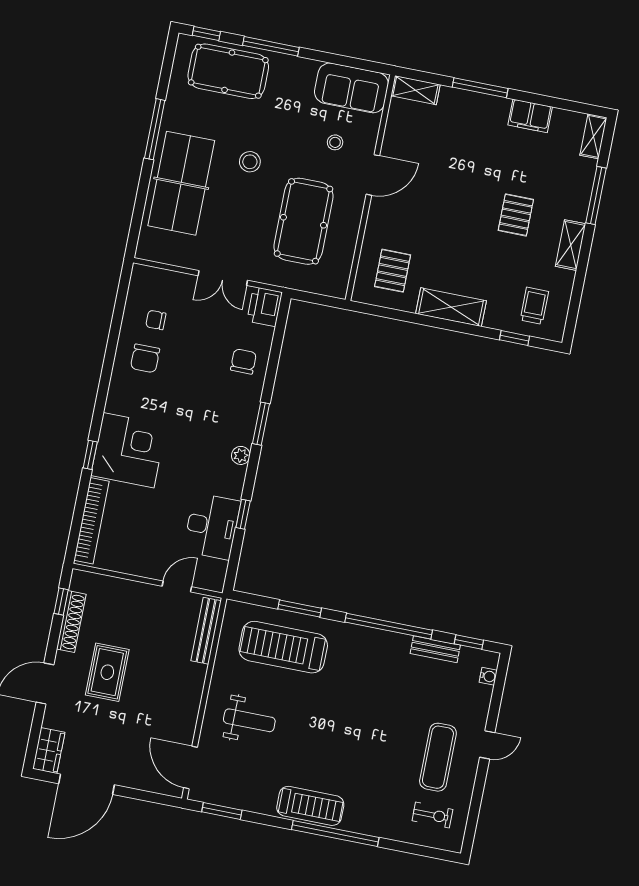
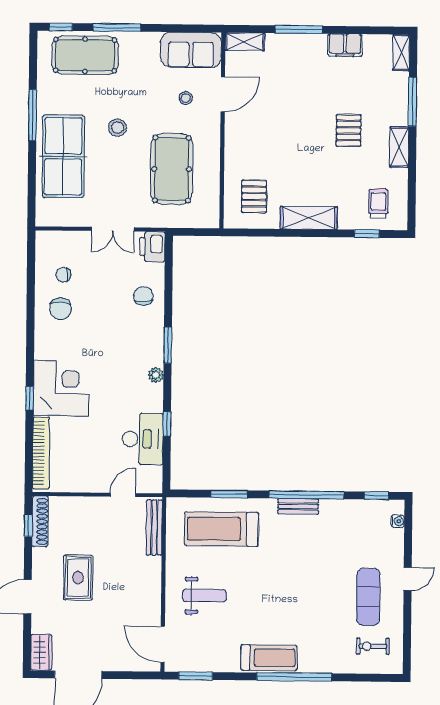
door: (373, 175) -> (223, 94), moved
shoe rack: (71, 622) -> (40, 521), moved
bench: (435, 649) -> (298, 506), moved
exercise bike: (432, 815) -> (373, 646), turned 180

